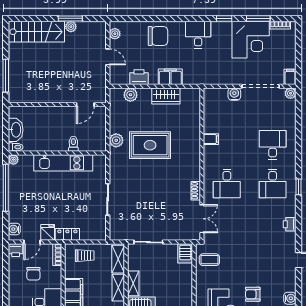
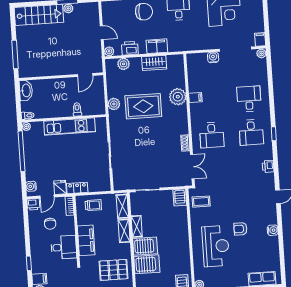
plant: (115, 34) -> (109, 51), moved
washbasin: (16, 130) -> (26, 90), moved
plant: (191, 137) -> (178, 97), added

